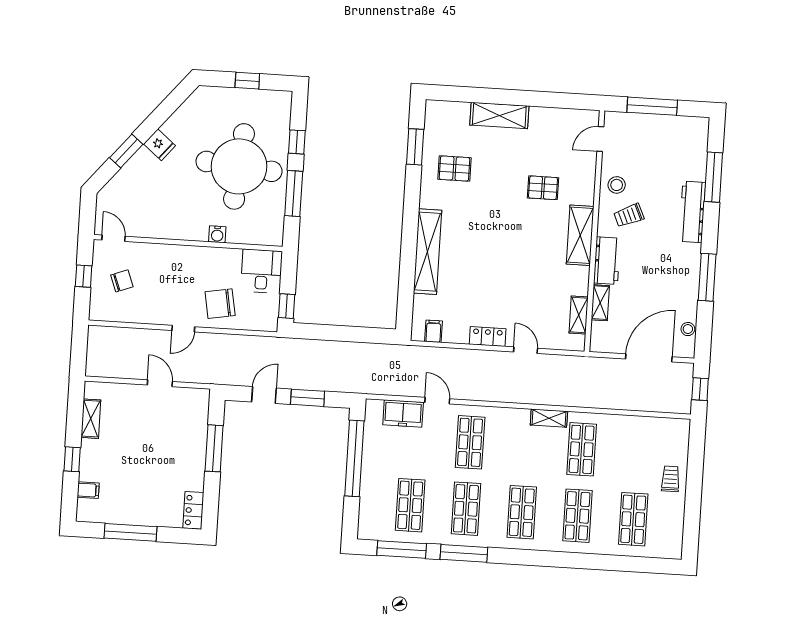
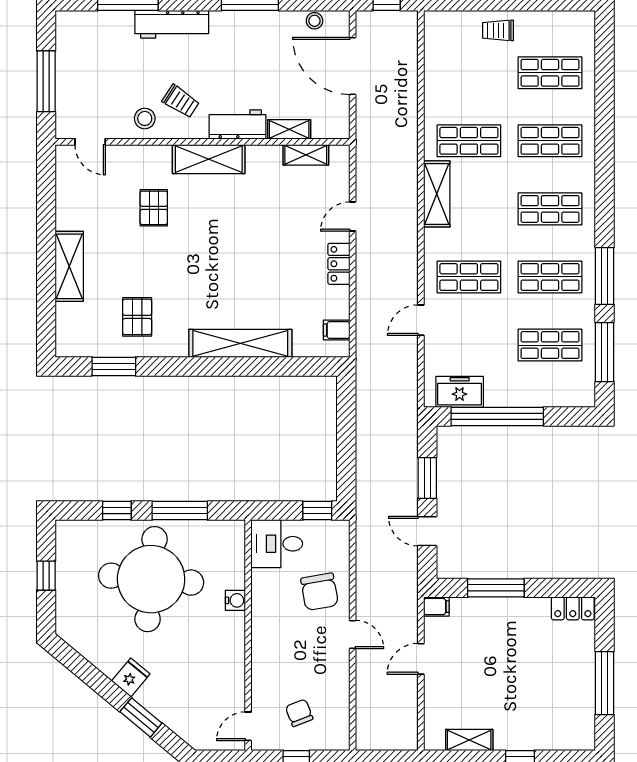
trolley: (629, 215) -> (181, 101), turned -33
freezer: (403, 413) -> (460, 392), moved, turned -90
shelving: (549, 418) -> (437, 194), width x1.50, depth x1.33
filing cabinet: (88, 490) -> (436, 607), moved, turned 90

